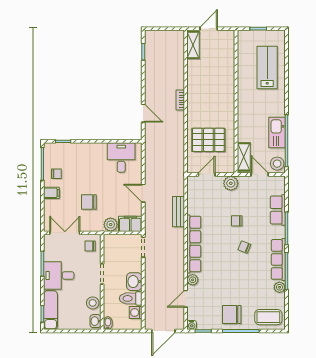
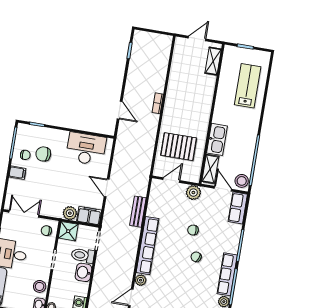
shelving: (193, 45) -> (213, 61), moved
kitchen sink: (277, 133) -> (217, 139), moved, turned 180
desk: (121, 158) -> (86, 149), width x1.37
chair: (89, 202) -> (43, 154), moved
row of seats: (278, 210) -> (238, 208), moved
shower: (112, 243) -> (68, 231), added
toilet: (131, 298) -> (83, 255), moved

